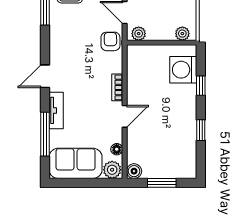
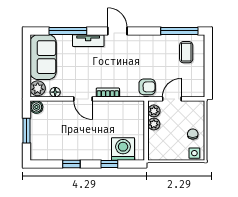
plant: (182, 34) -> (154, 124), moved

